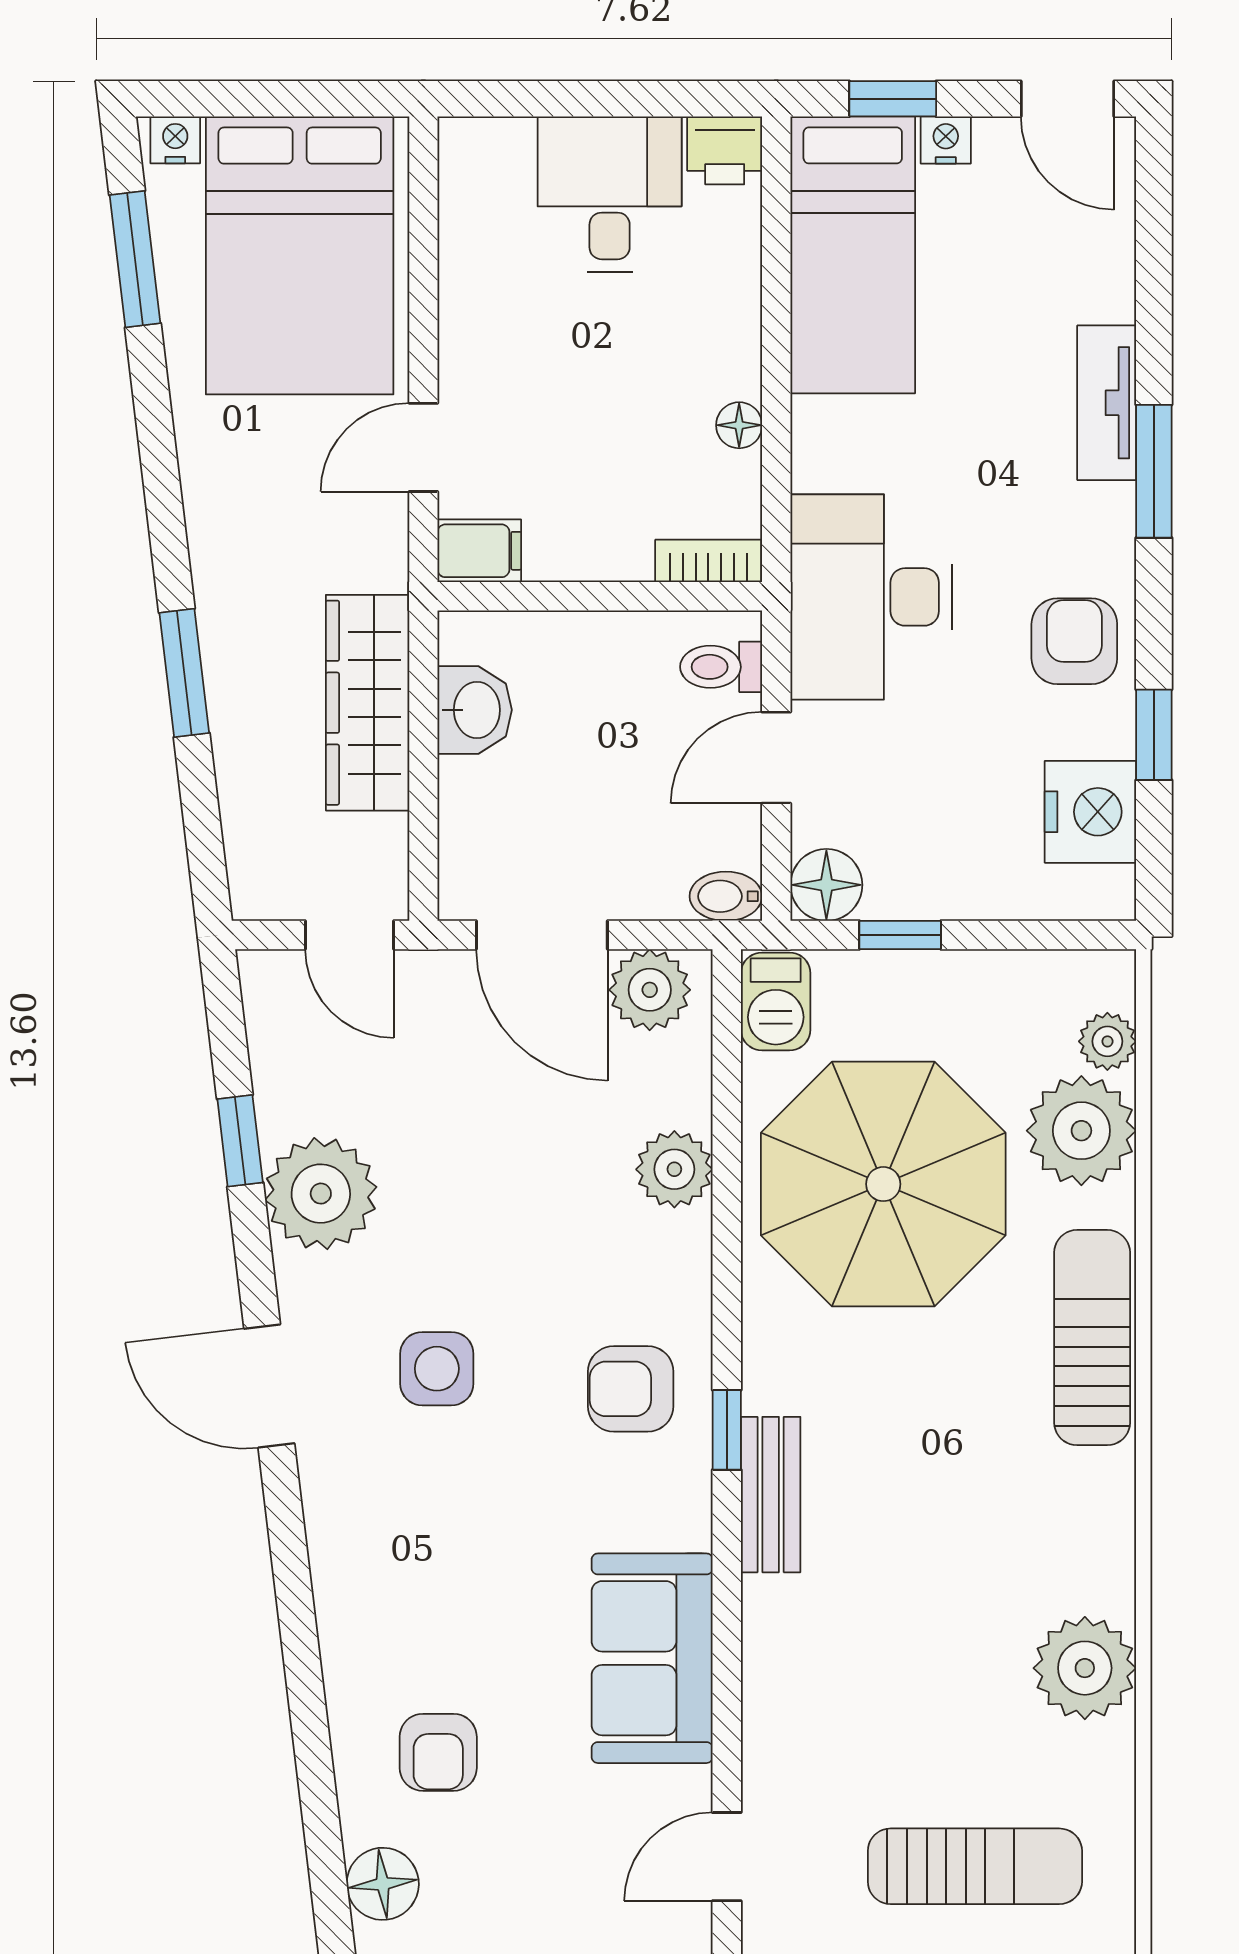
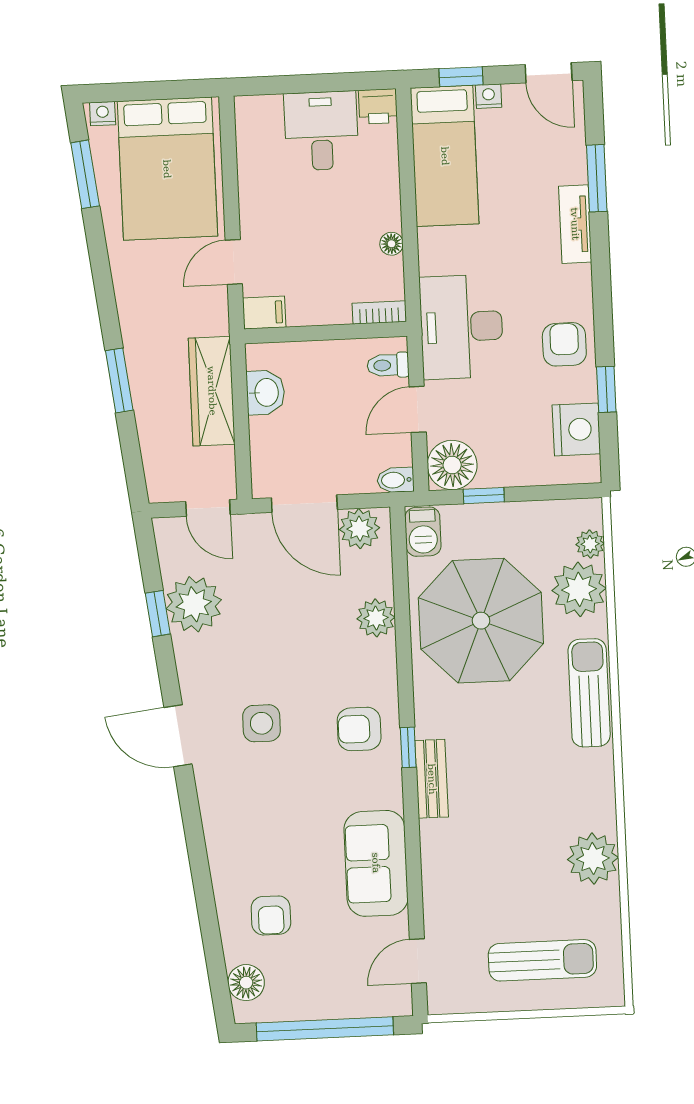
window: (1154, 471) -> (597, 178), moved
floor lamp: (826, 885) -> (452, 465), width x1.38, depth x1.38
plant: (321, 1194) -> (194, 604), moved

